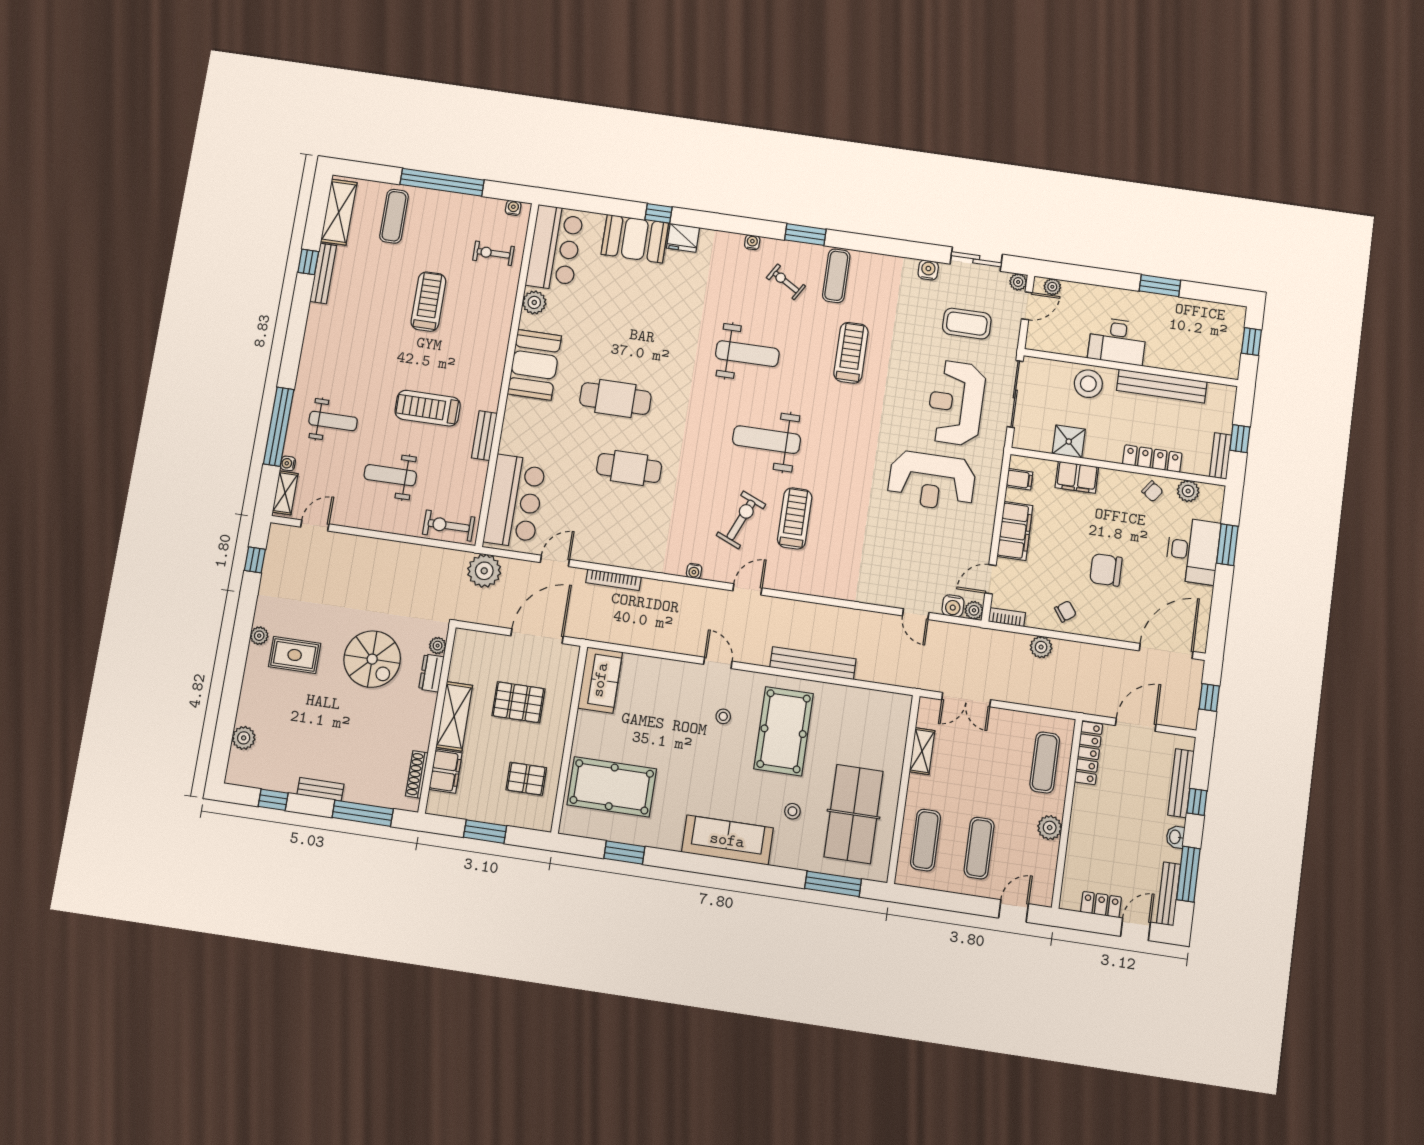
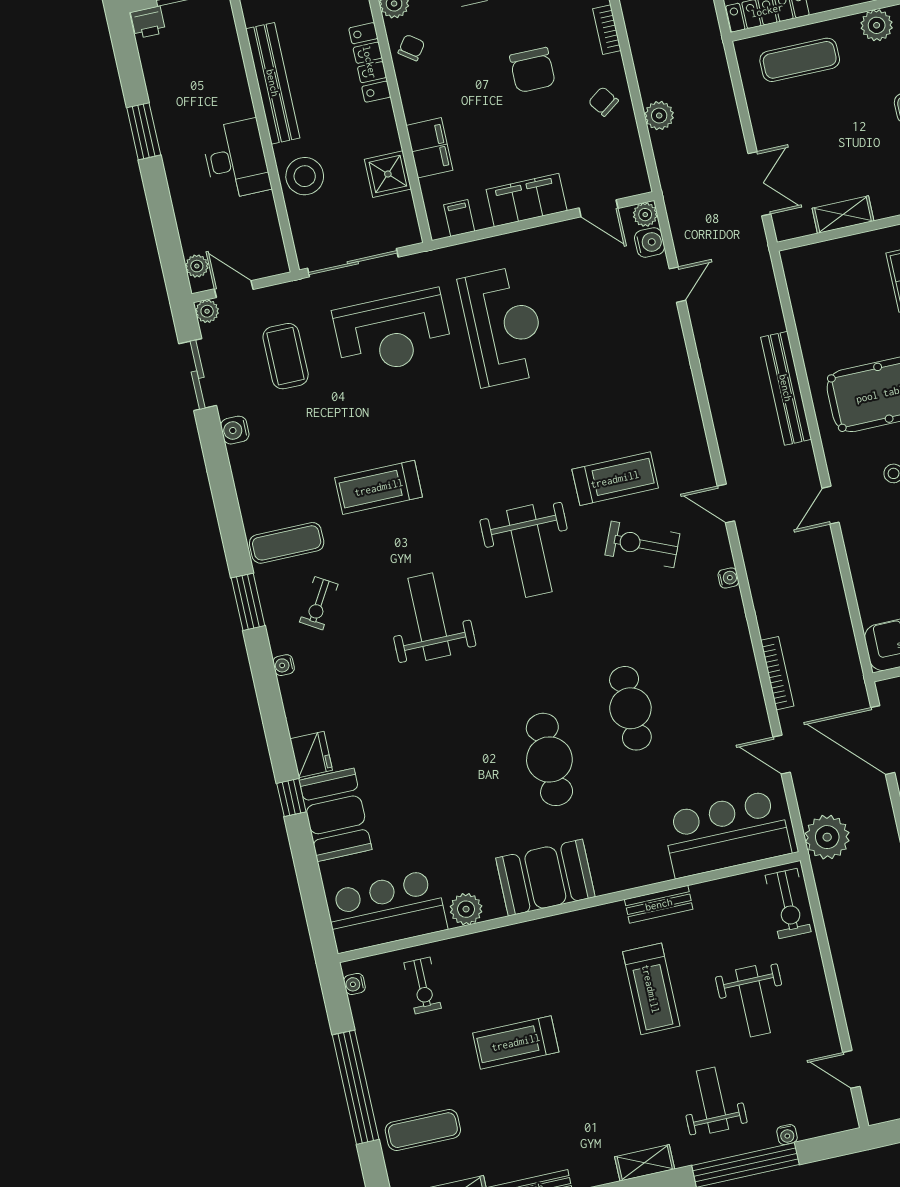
printer: (1235, 317) -> (148, 22), added
shelving: (285, 493) -> (645, 1163), moved
treadmill: (795, 518) -> (615, 479), turned 180
bookcase: (1007, 617) -> (607, 30), moved

